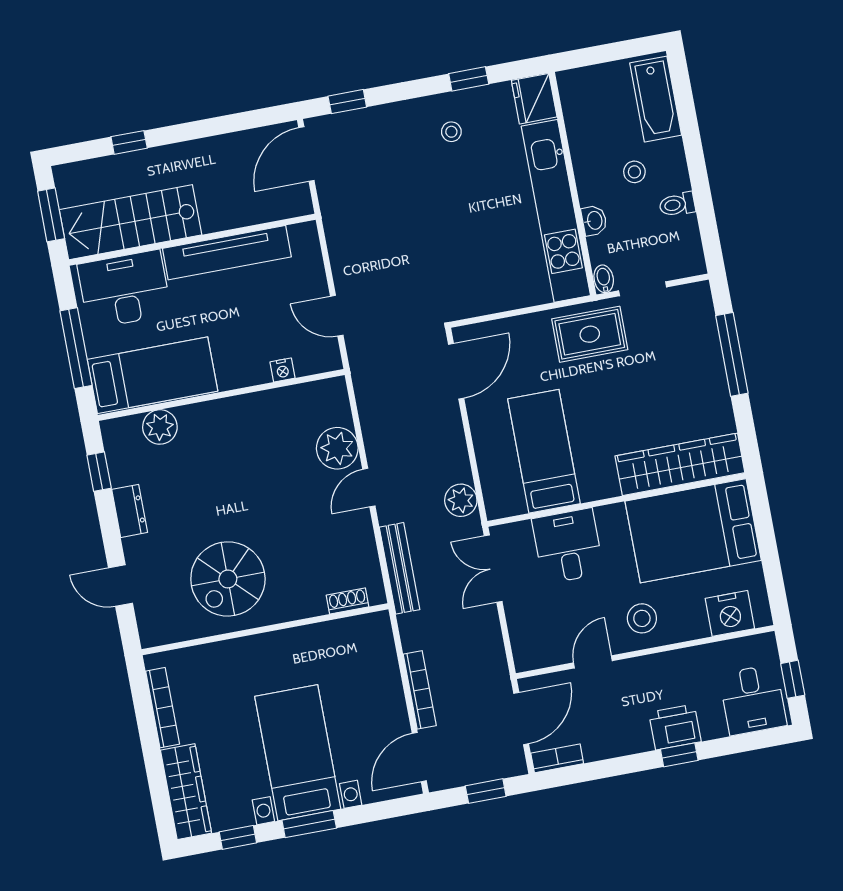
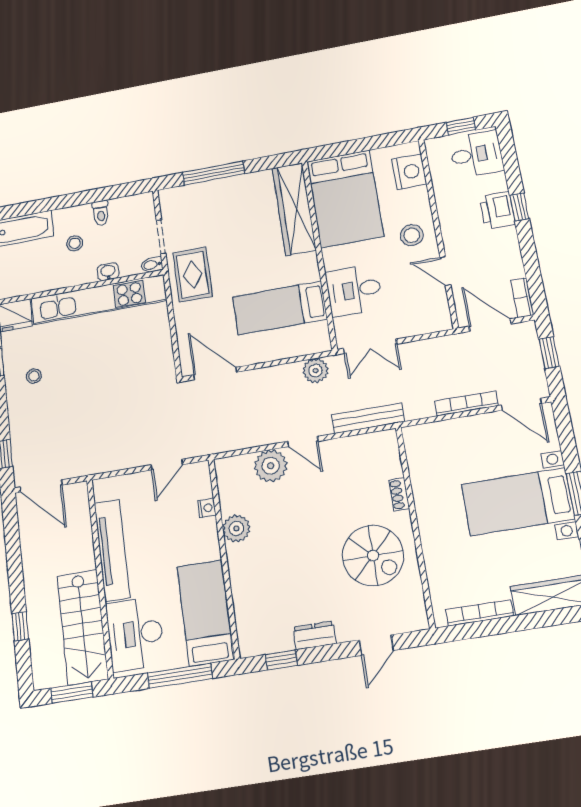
plant: (160, 427) -> (236, 528), moved
shoe rack: (348, 601) -> (399, 494), moved

